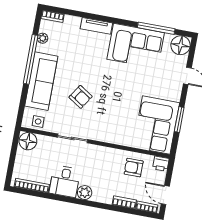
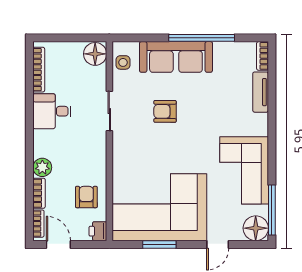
tv unit: (96, 26) -> (261, 92), moved
window: (156, 28) -> (272, 210), moved
plant: (43, 38) -> (232, 48), removed
armchair: (81, 97) -> (165, 111), turned 57
corner sofa: (156, 125) -> (159, 207), width x1.36, depth x1.36
plant: (85, 193) -> (42, 167), moved
door: (165, 195) -> (58, 244), hinge flipped

